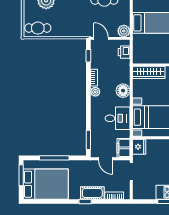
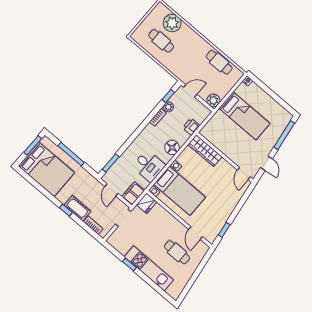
cafe table: (38, 28) -> (161, 41), moved
door: (101, 38) -> (190, 91), hinge flipped
printer: (124, 52) -> (191, 127), moved
plant: (95, 92) -> (168, 107), moved

